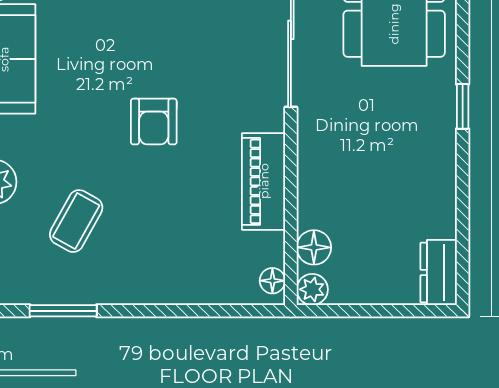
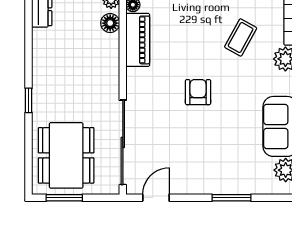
piano: (264, 181) -> (138, 40), moved

